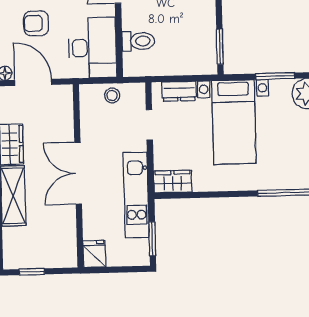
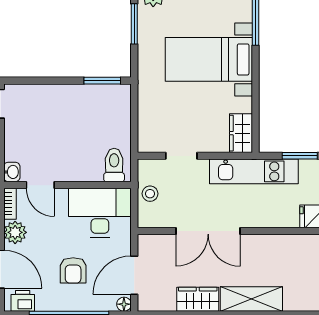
toilet: (138, 41) -> (114, 165), moved
dresser: (179, 91) -> (147, 124), removed
bed with nightstands: (234, 122) -> (209, 59), moved, turned 180
double door: (78, 173) -> (208, 231), moved

